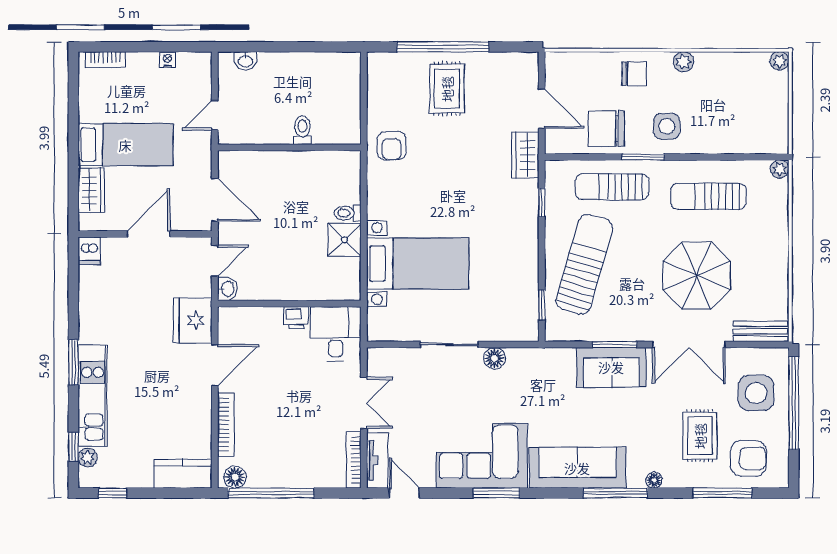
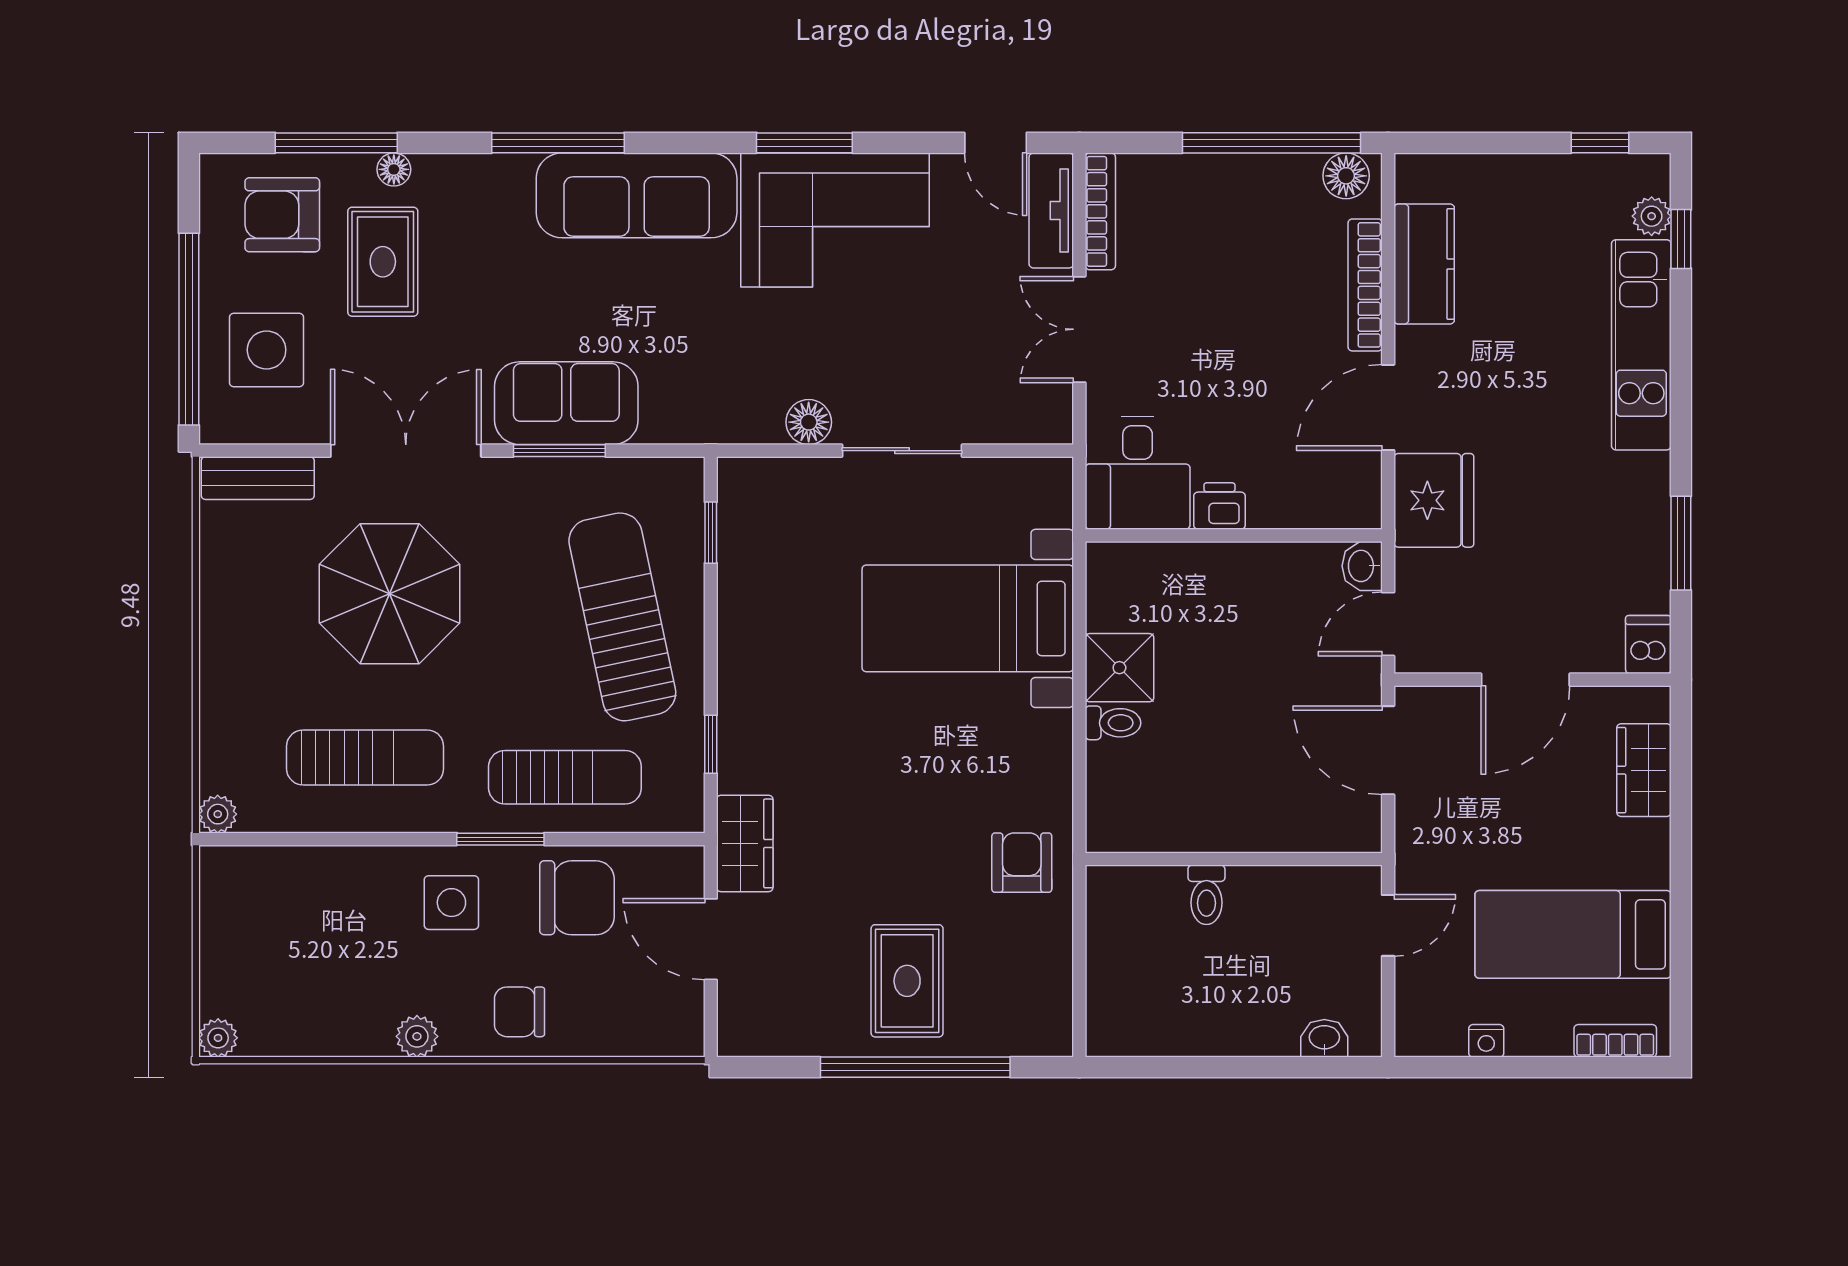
bed: (125, 145) -> (1573, 934), moved
sun lounger: (584, 264) -> (622, 617), turned 152
window: (73, 362) -> (1681, 543), moved
kitchen counter: (183, 474) -> (1424, 264), moved, turned -90
floor lamp: (654, 480) -> (394, 169), moved

